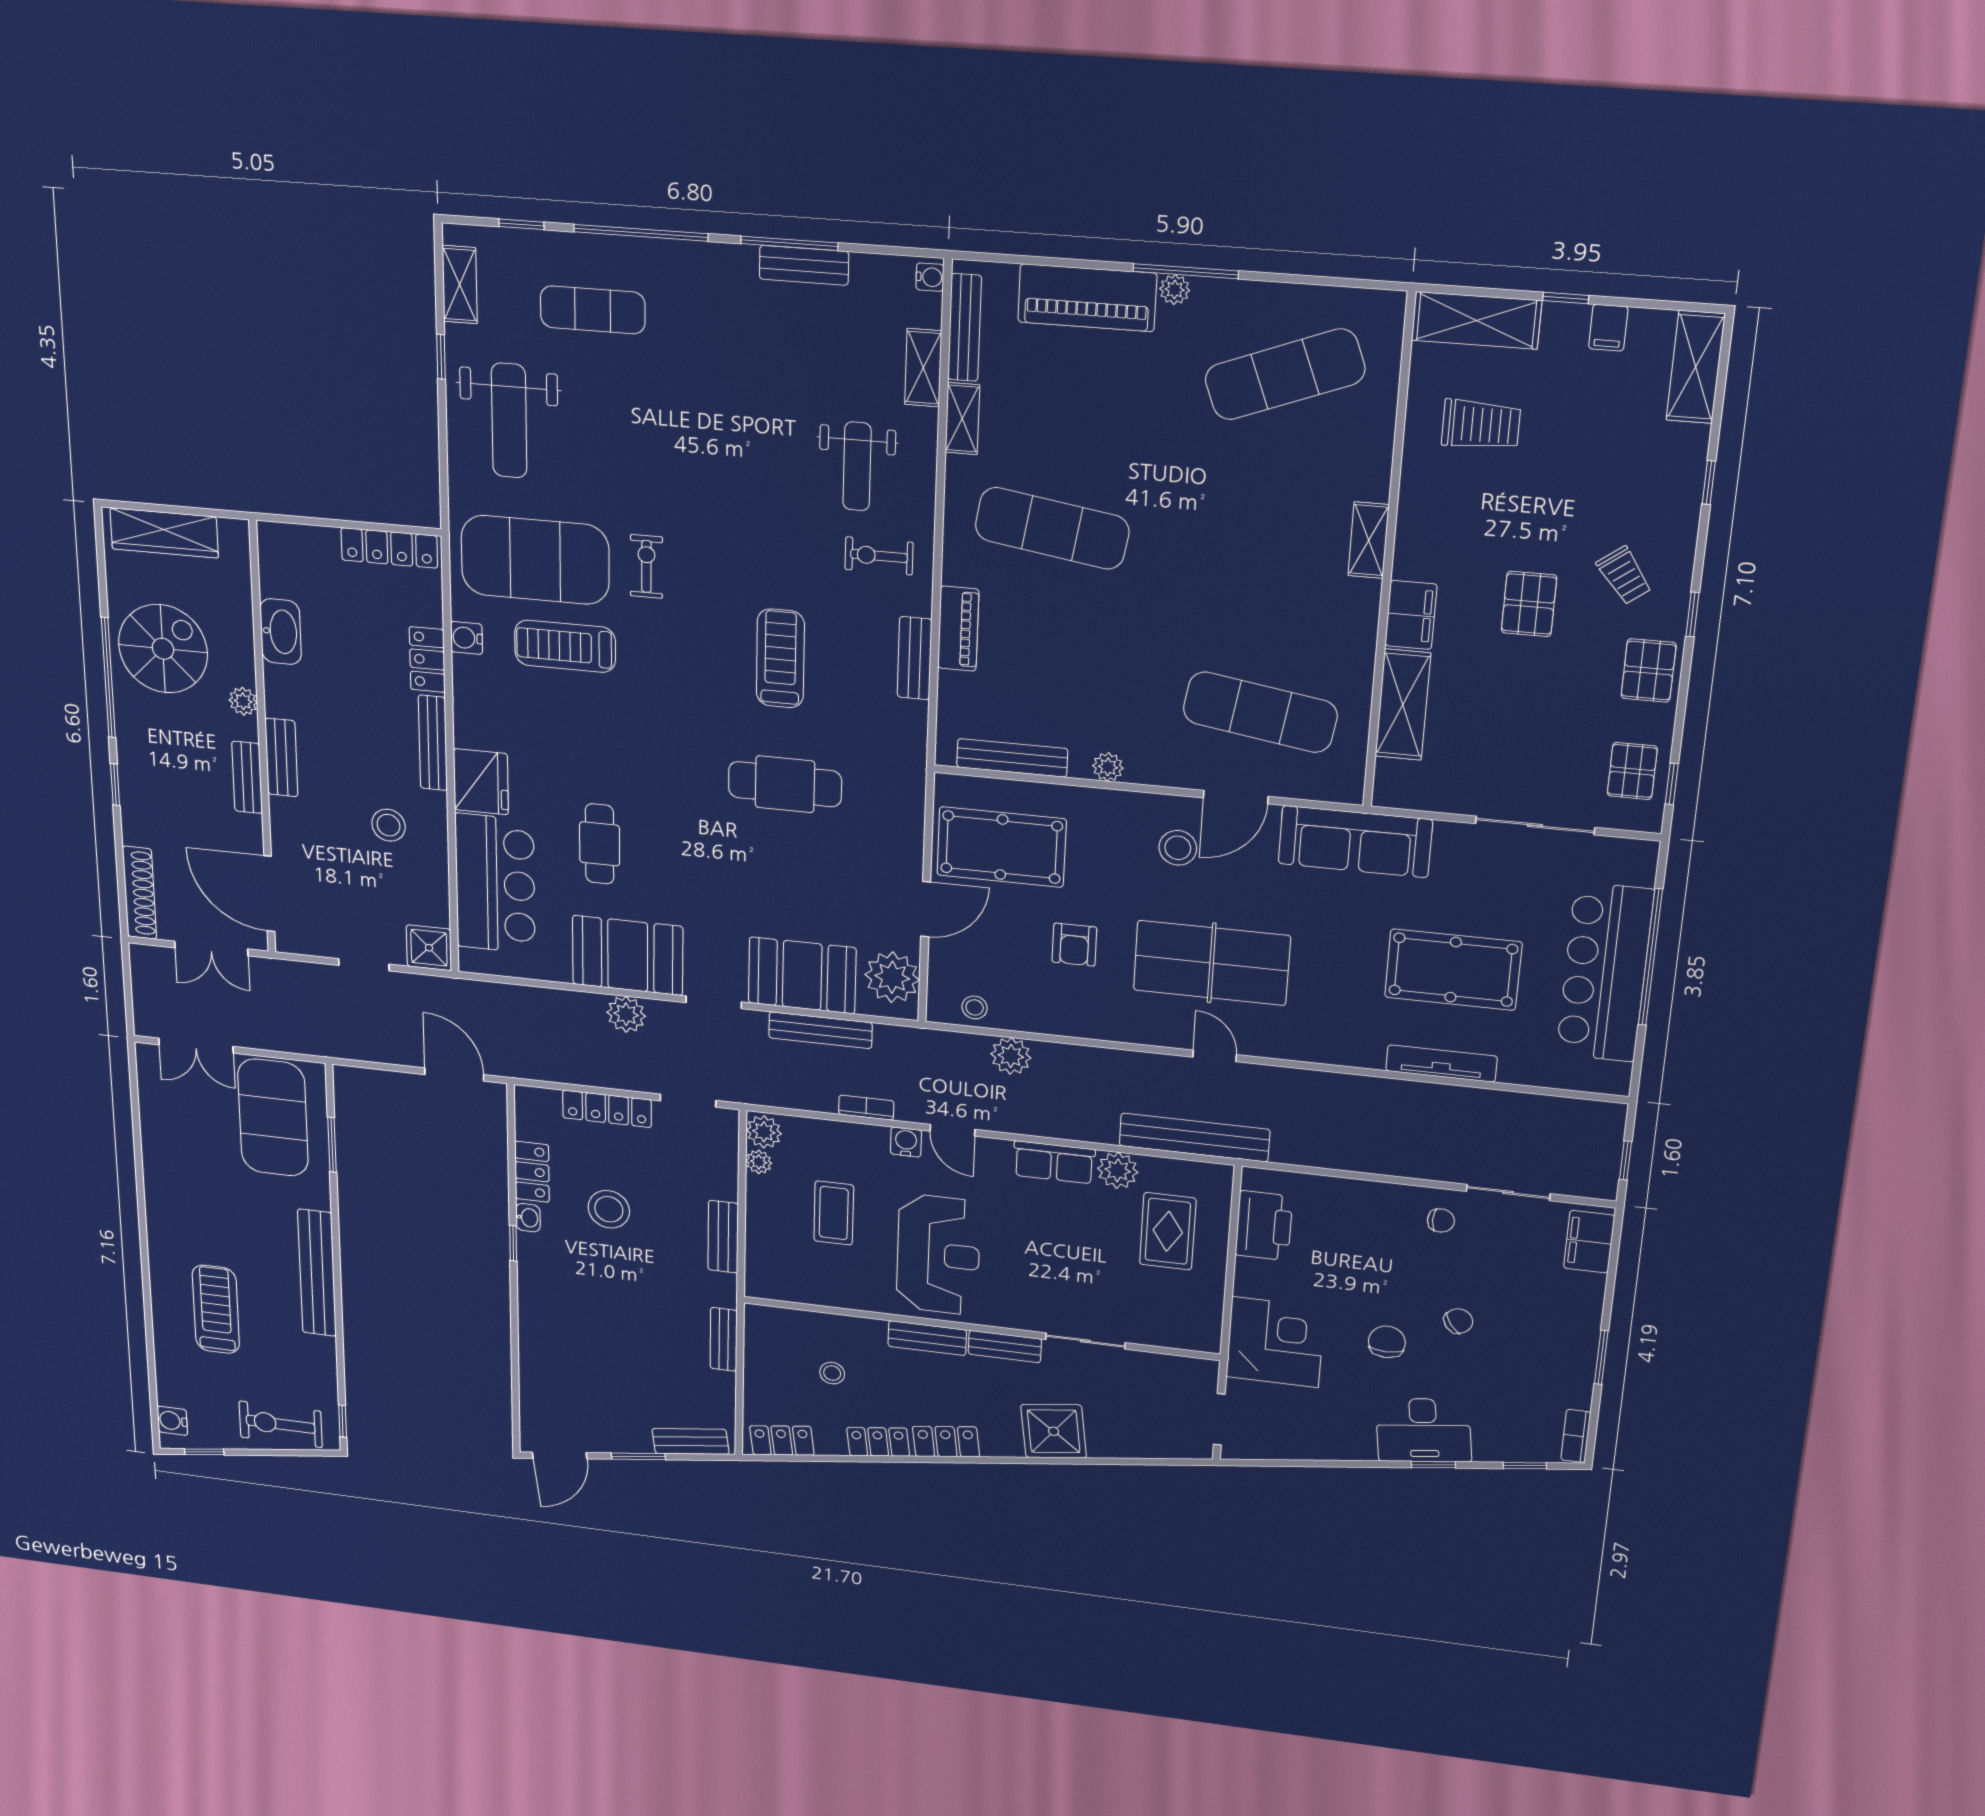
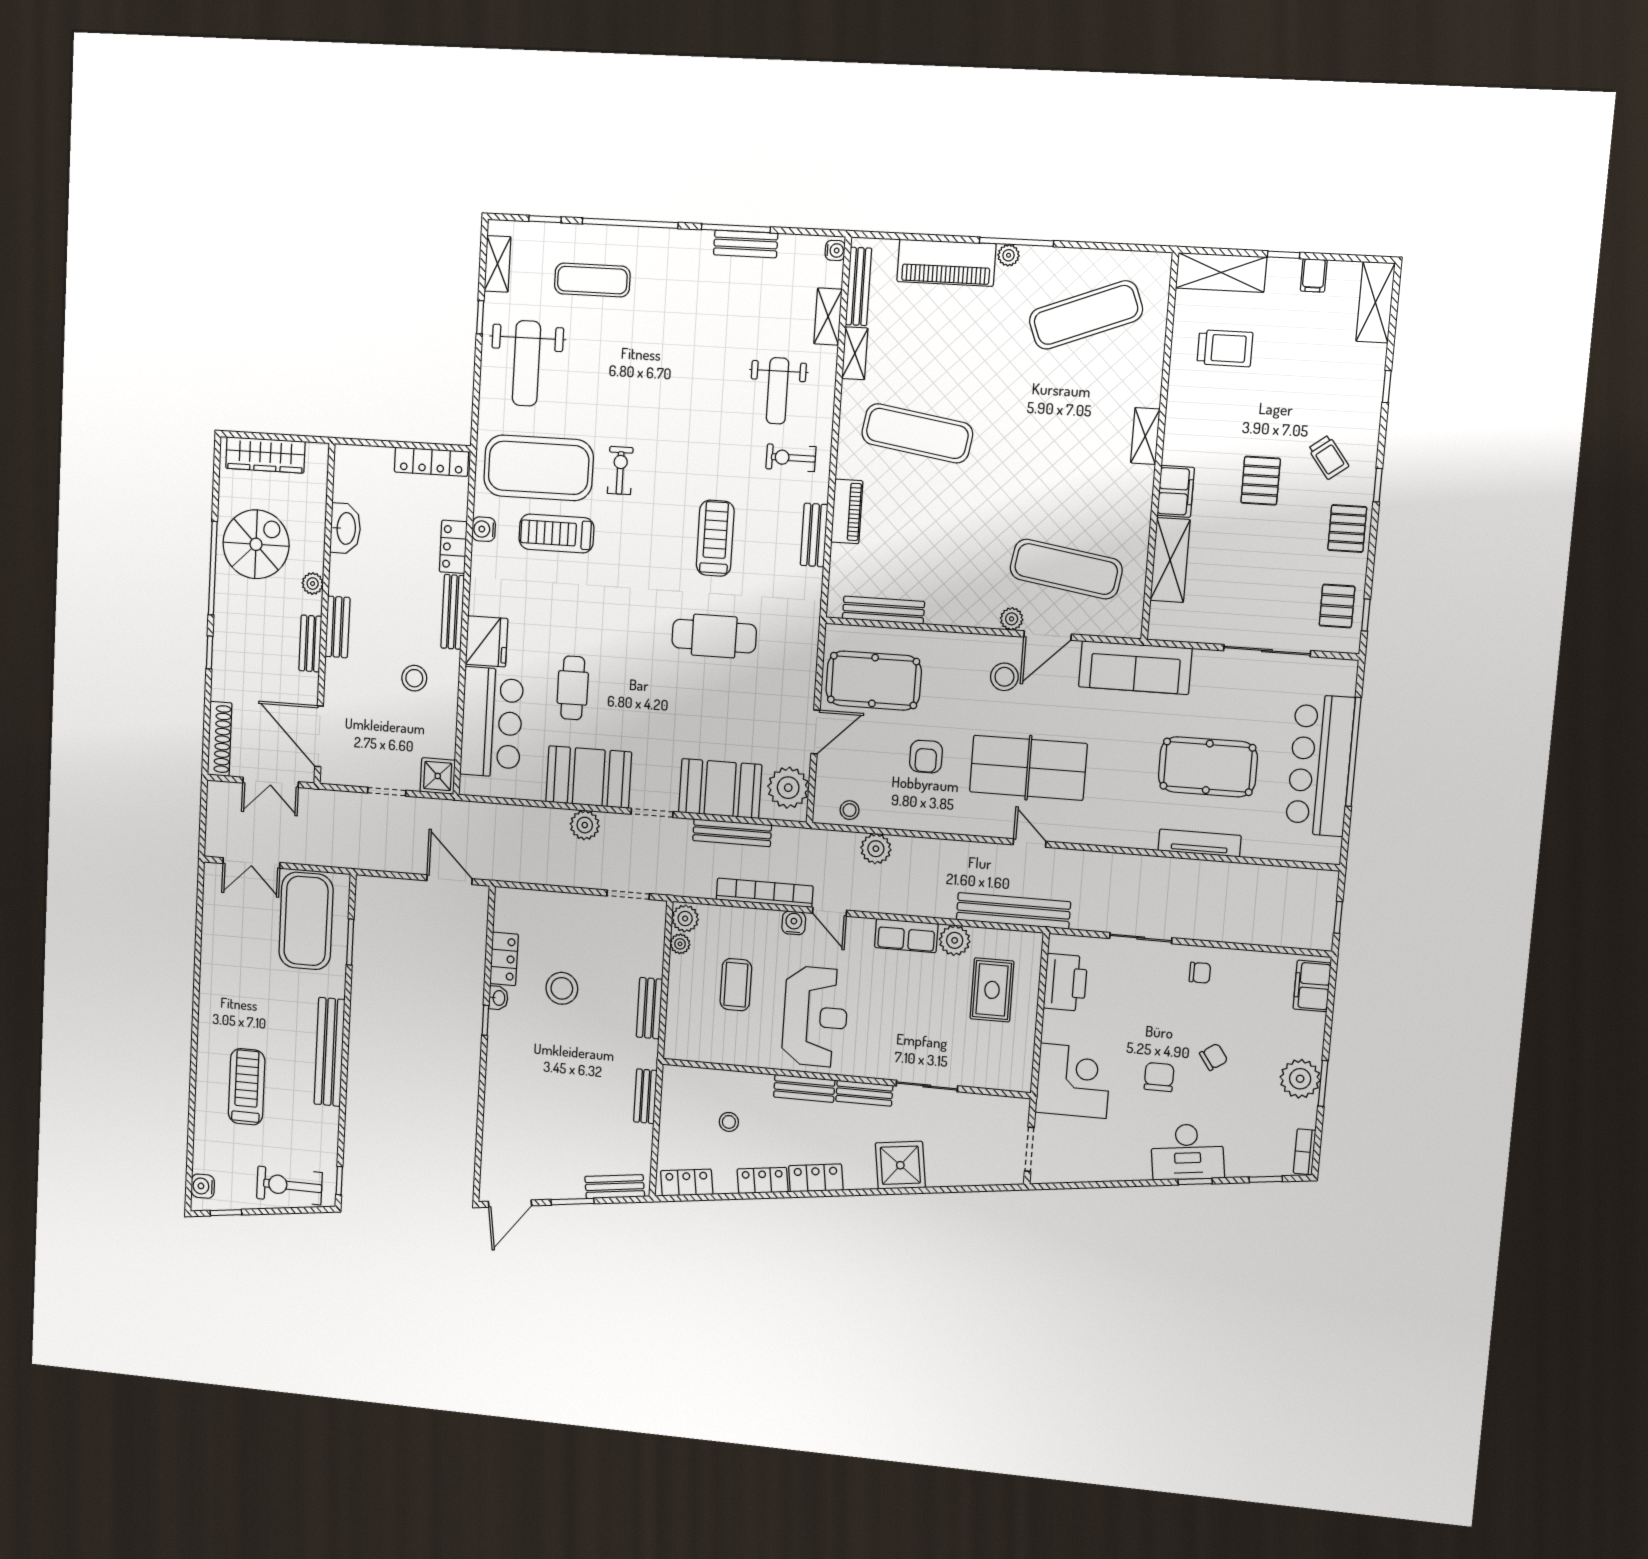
plant: (1108, 767) -> (1012, 619), moved
bookcase: (866, 1108) -> (765, 893), width x2.31, depth x1.31
locker: (607, 1109) -> (565, 904), removed
sliding door: (1508, 1193) -> (1141, 938), moved
plant: (1571, 1351) -> (1300, 1079), added

